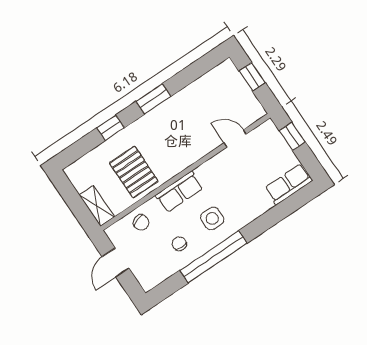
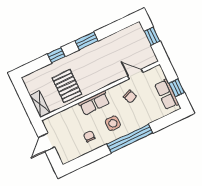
window: (292, 136) -> (177, 88), moved
row of seats: (289, 184) -> (167, 94), moved, turned -90
chair: (141, 223) -> (130, 97), moved
window: (213, 257) -> (130, 139), moved

